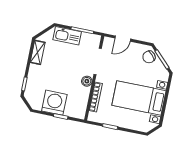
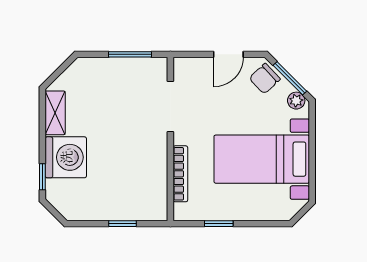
kitchen sink: (67, 36) -> (104, 70), removed
door: (123, 39) -> (228, 54), moved
plant: (163, 72) -> (296, 101), added
boiler: (87, 81) -> (158, 148), removed
washing machine: (54, 103) -> (66, 157), moved, turned 90

